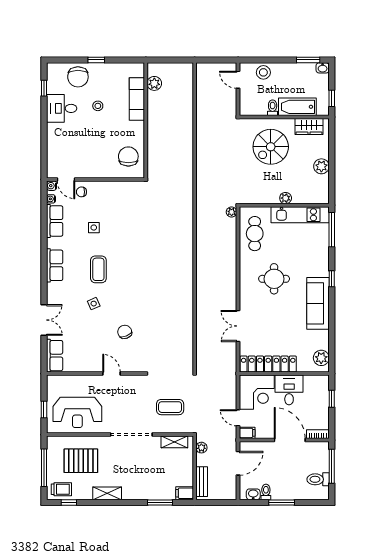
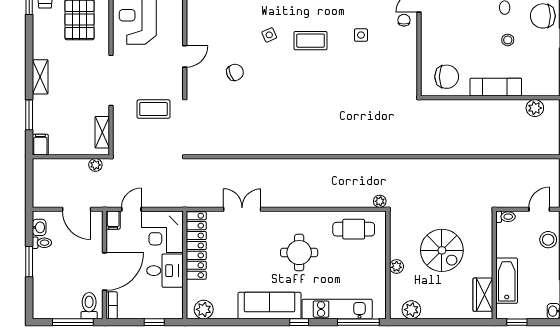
exam couch: (137, 99) -> (496, 87), moved
toilet: (273, 108) -> (506, 217), moved
spiral stairs: (271, 147) -> (442, 250), moved, turned 180
plant: (321, 166) -> (411, 310), moved
kitchen unit: (300, 215) -> (337, 309), moved, turned 90
coffee table: (170, 407) -> (154, 109), moved, turned 90
toilet: (318, 479) -> (89, 306), moved
bench: (202, 482) -> (54, 165), removed
shelving: (107, 493) -> (40, 77), moved

